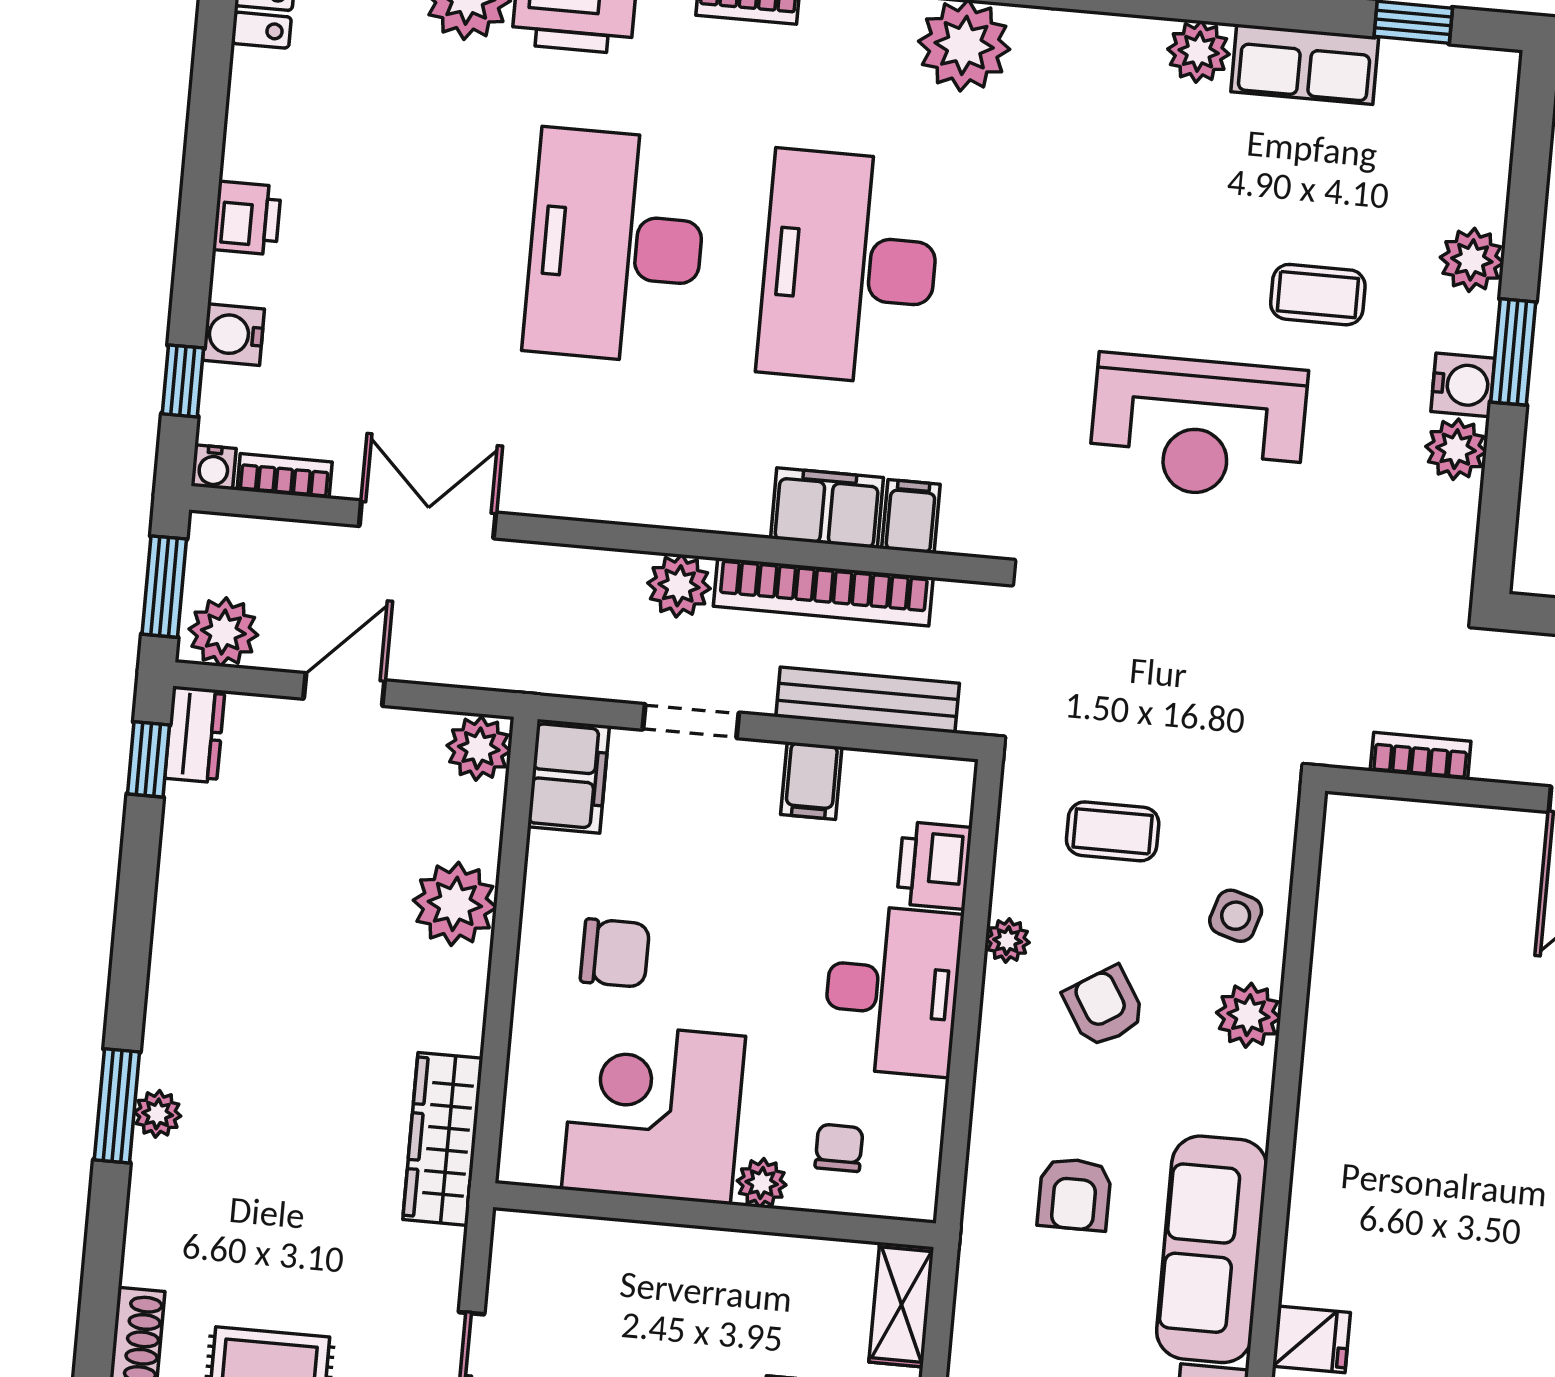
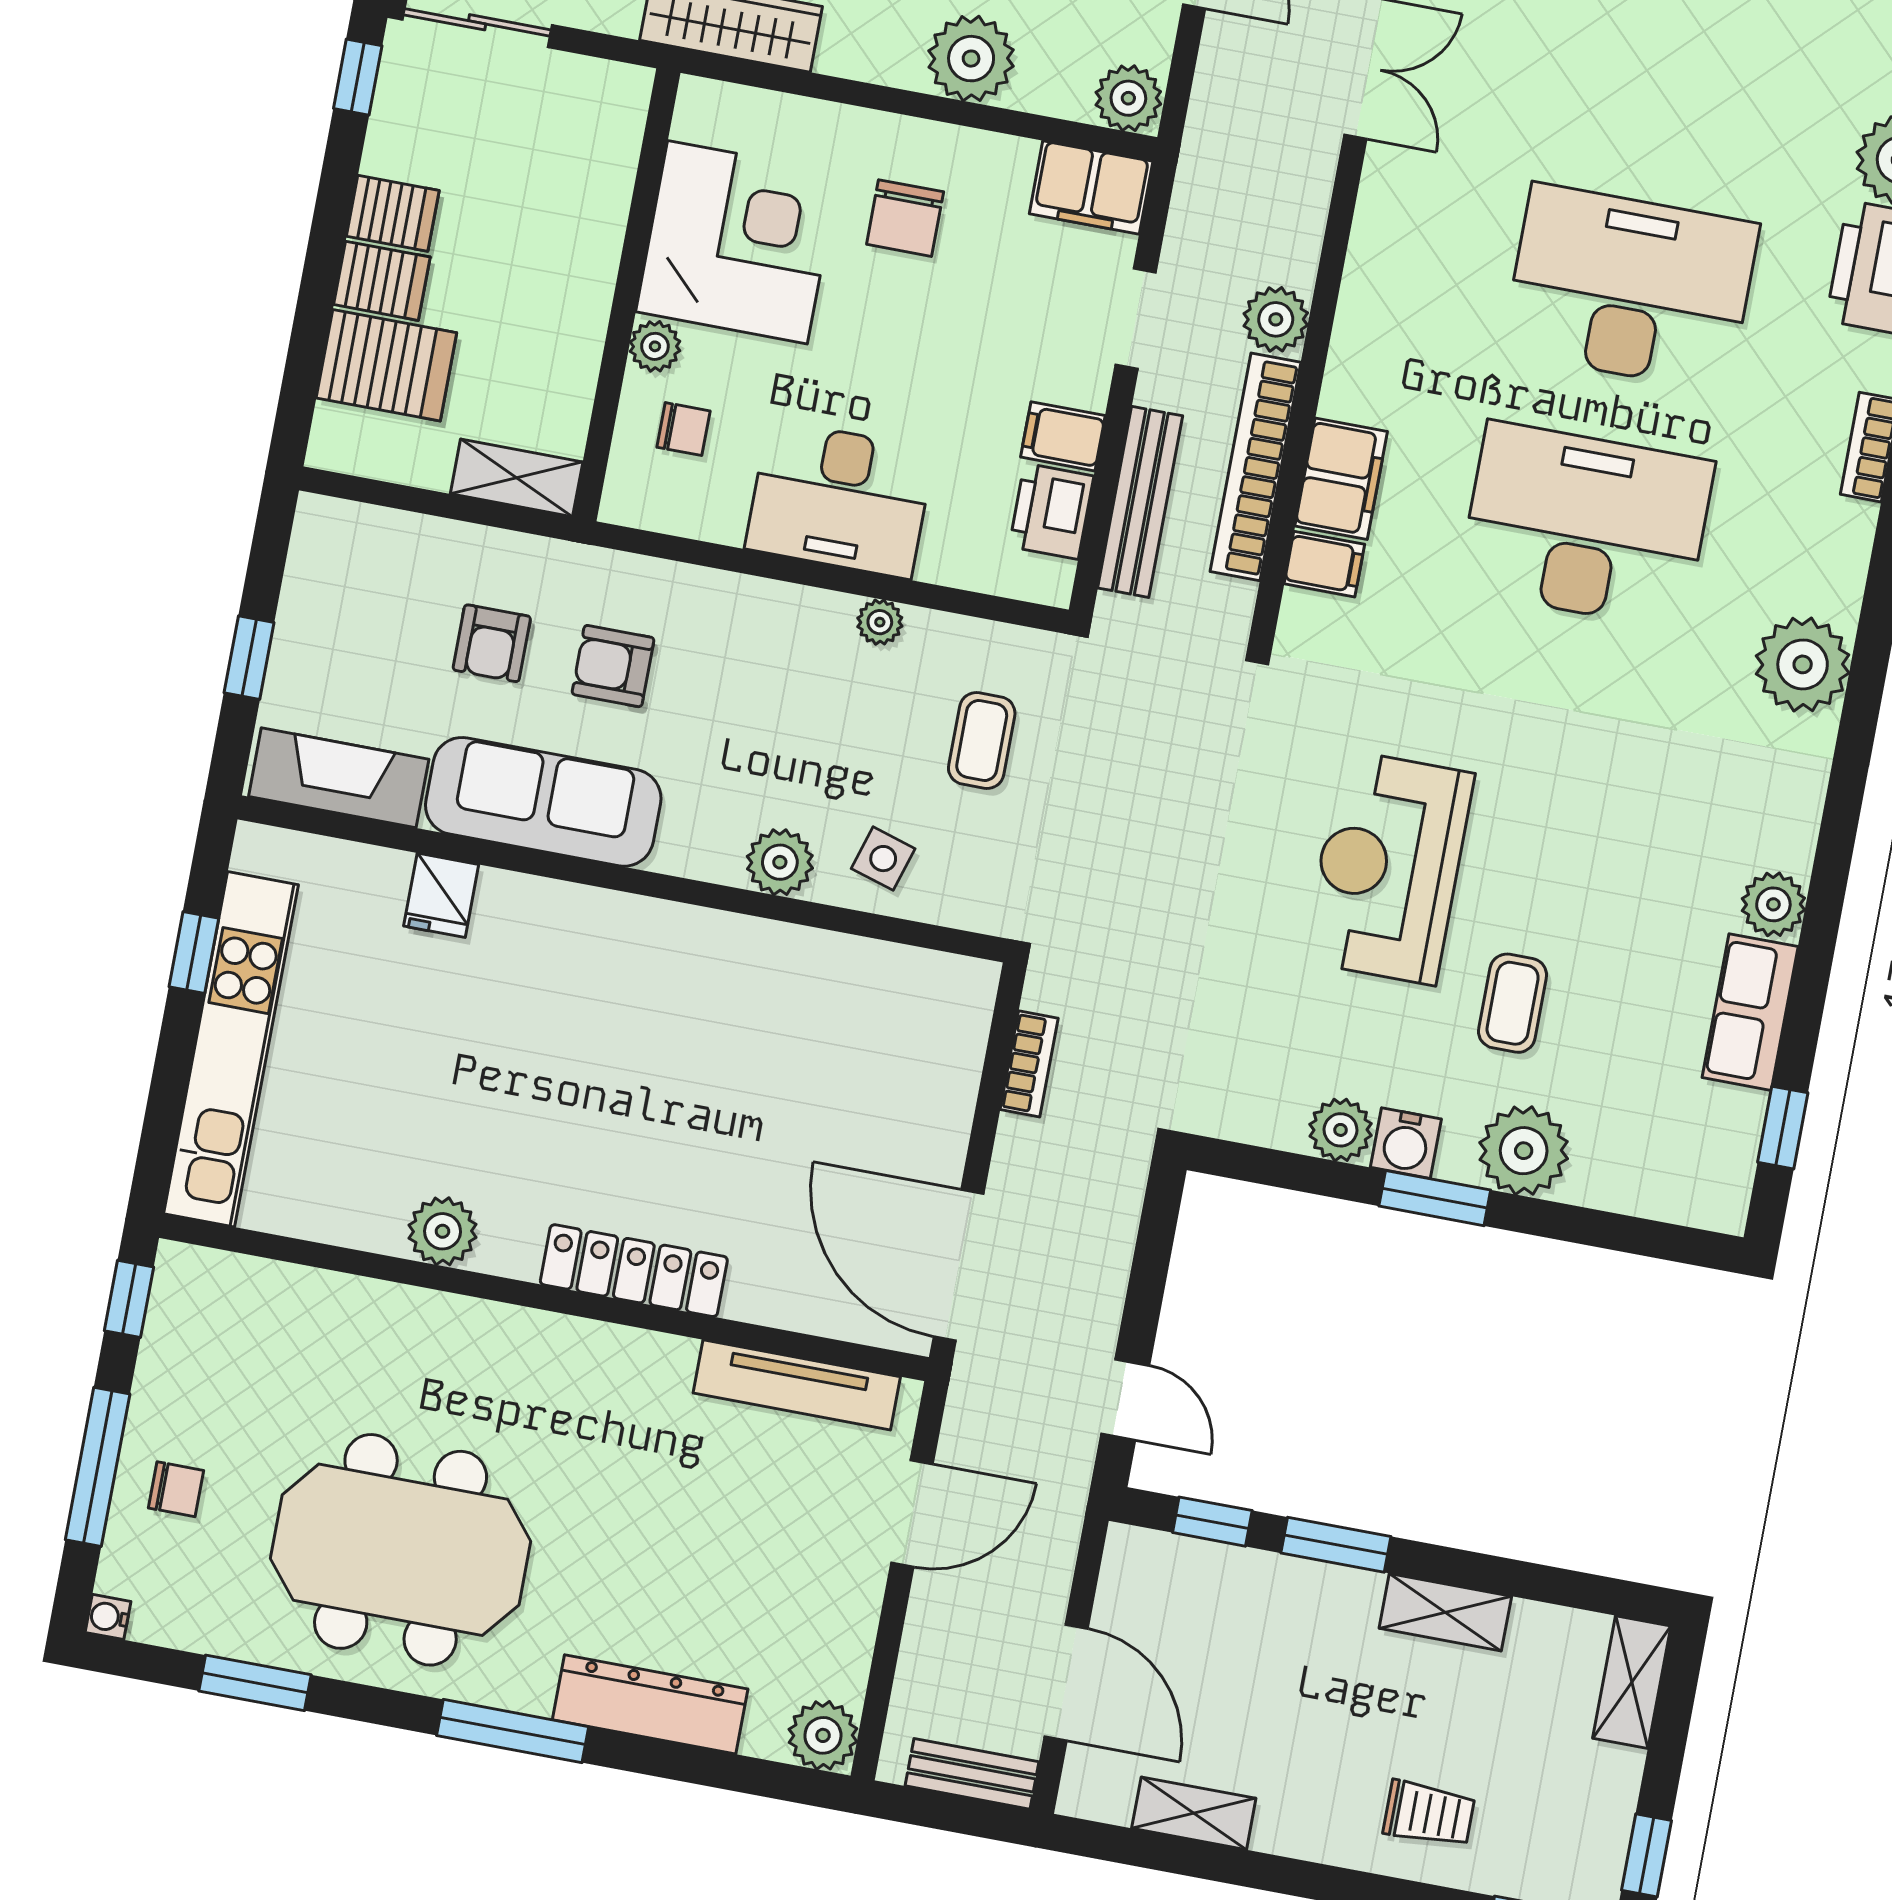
plant: (1472, 260) -> (1524, 1151), width x1.36, depth x1.36
printer: (934, 865) -> (1051, 511), moved, turned -90
armchair: (1104, 1007) -> (492, 643), moved, turned 122

